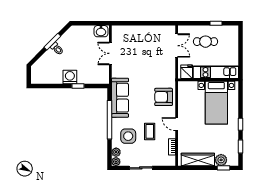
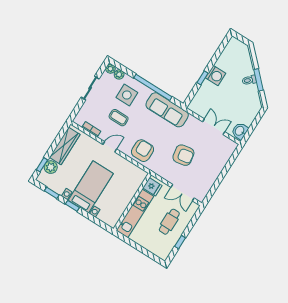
armchair: (147, 63) -> (183, 155), added
bed with nightstands: (216, 103) -> (91, 187), moved, turned 90

